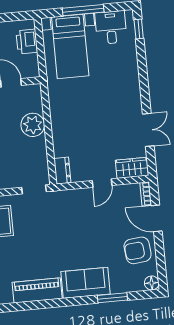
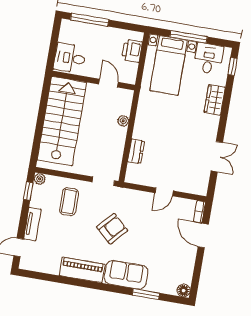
plant: (33, 125) -> (123, 121), width x0.53, depth x0.53
wardrobe: (132, 168) -> (215, 100), moved, turned -90
dresser: (62, 171) -> (136, 151), moved
armchair: (138, 250) -> (112, 229), moved, turned 138

